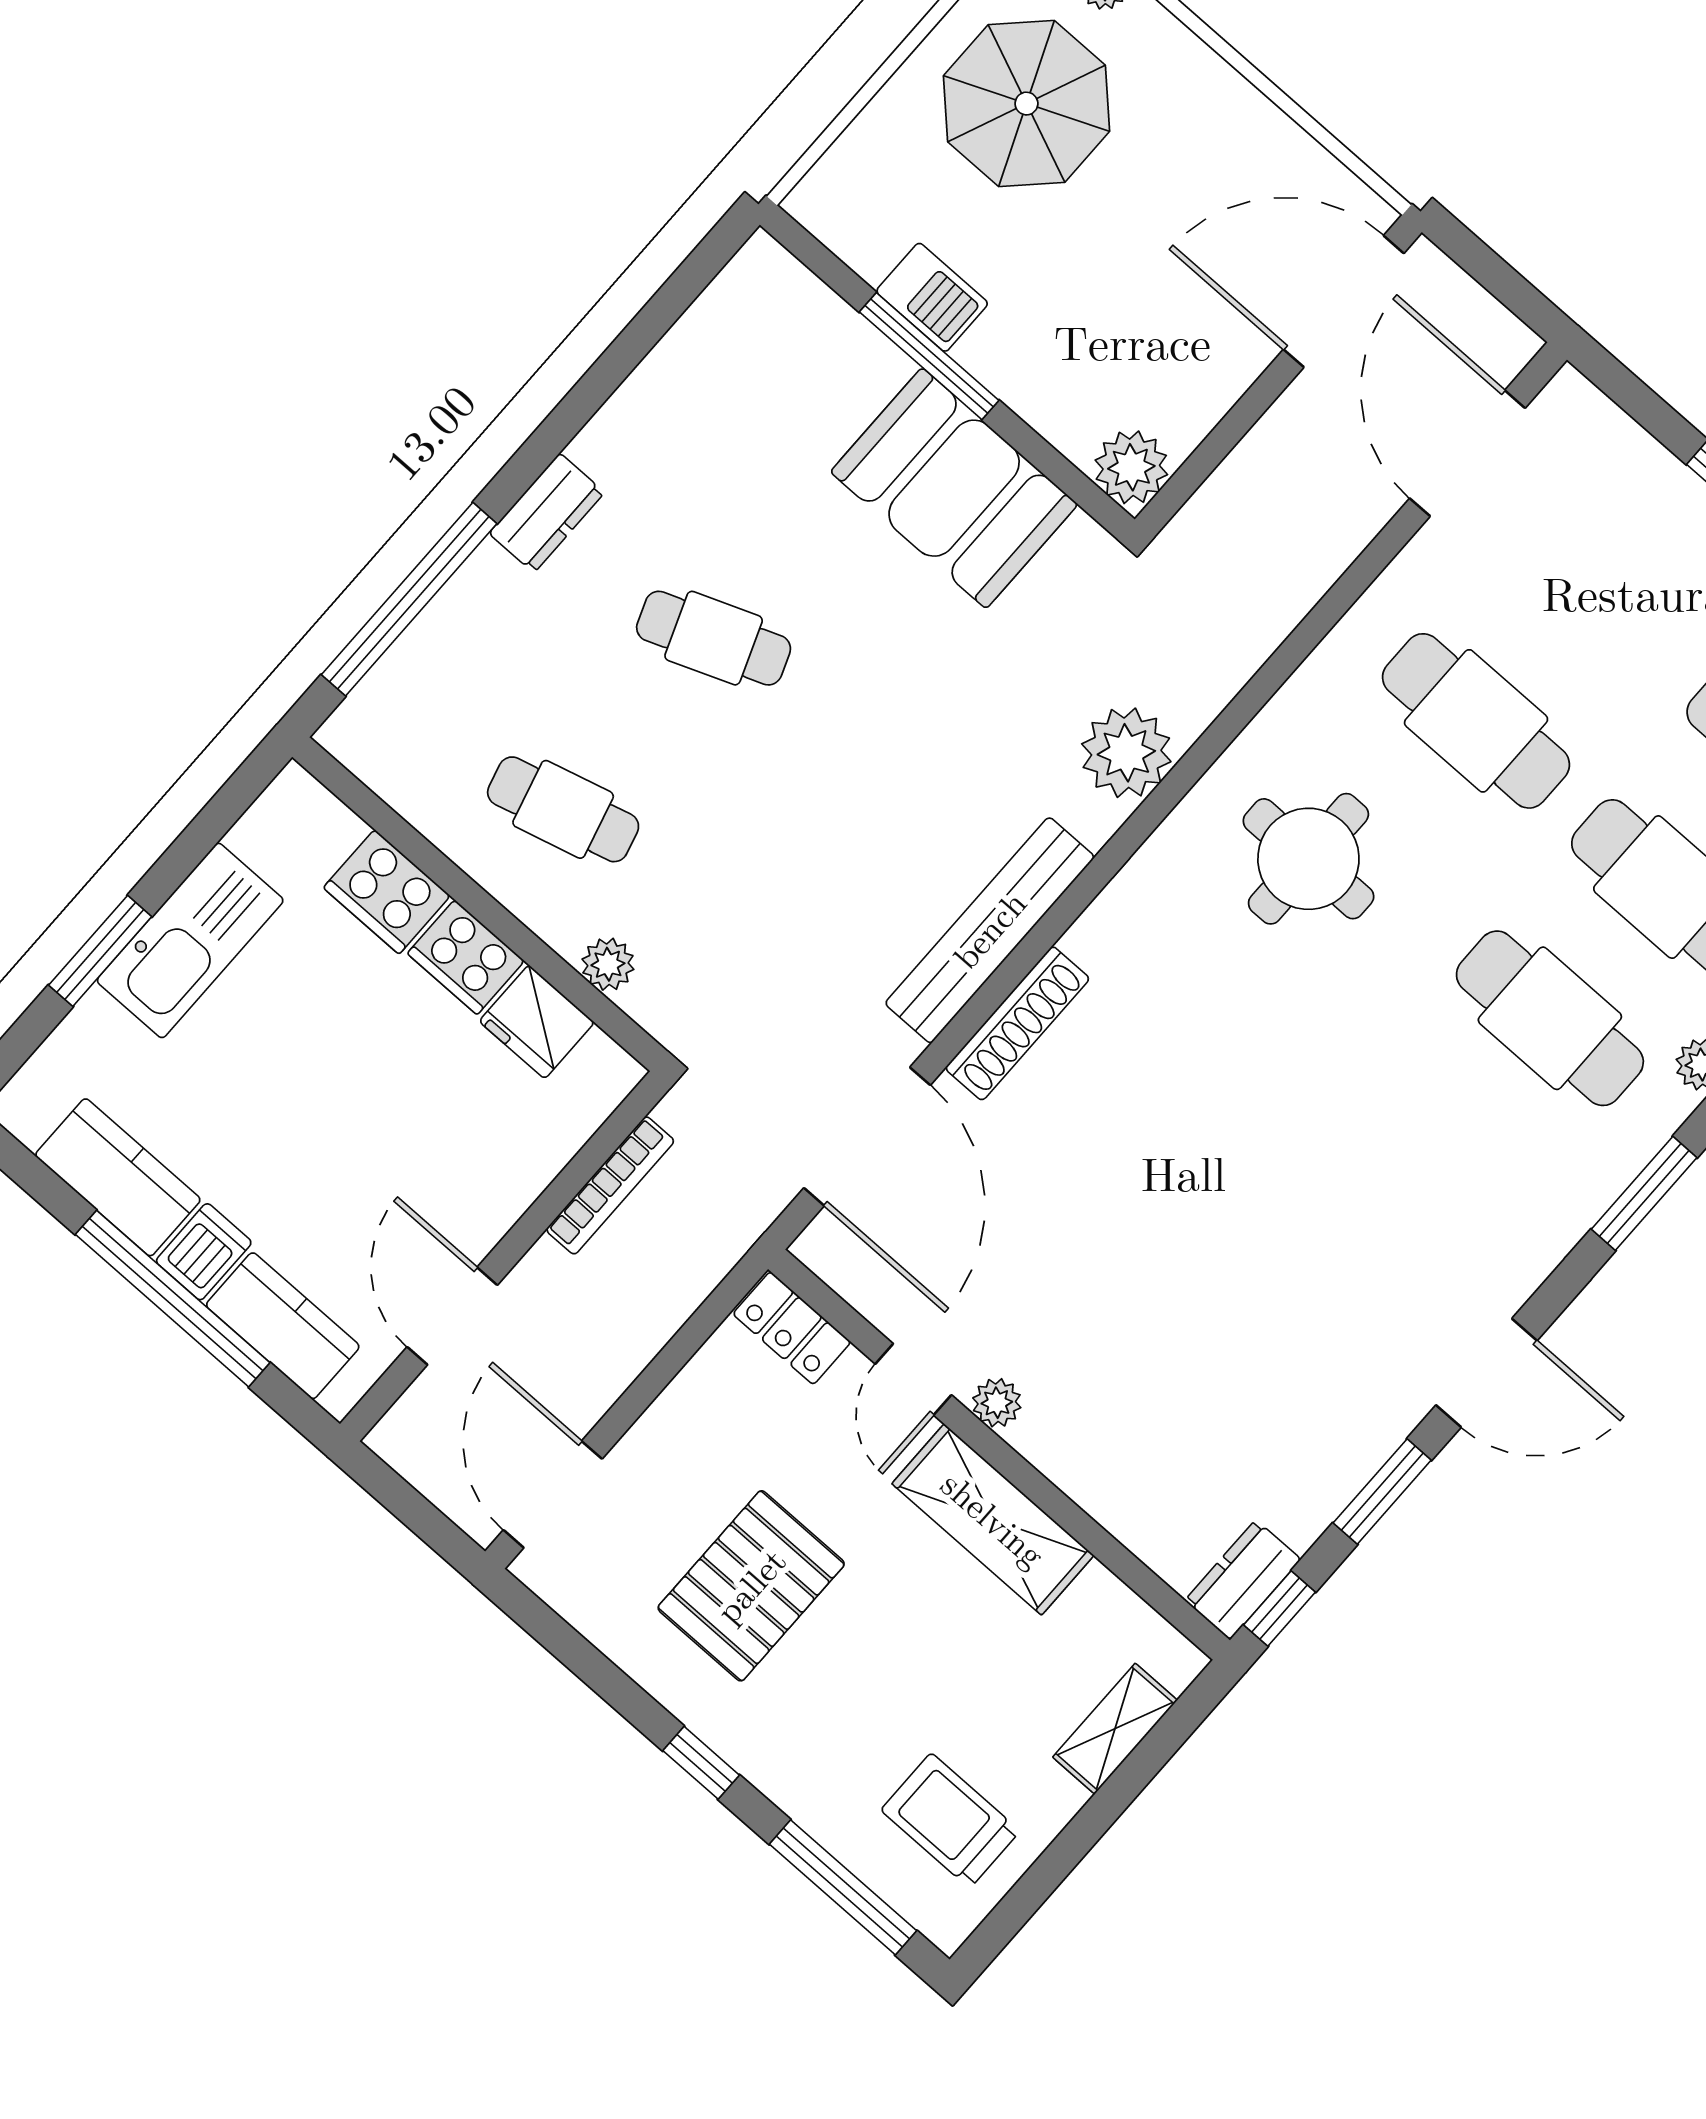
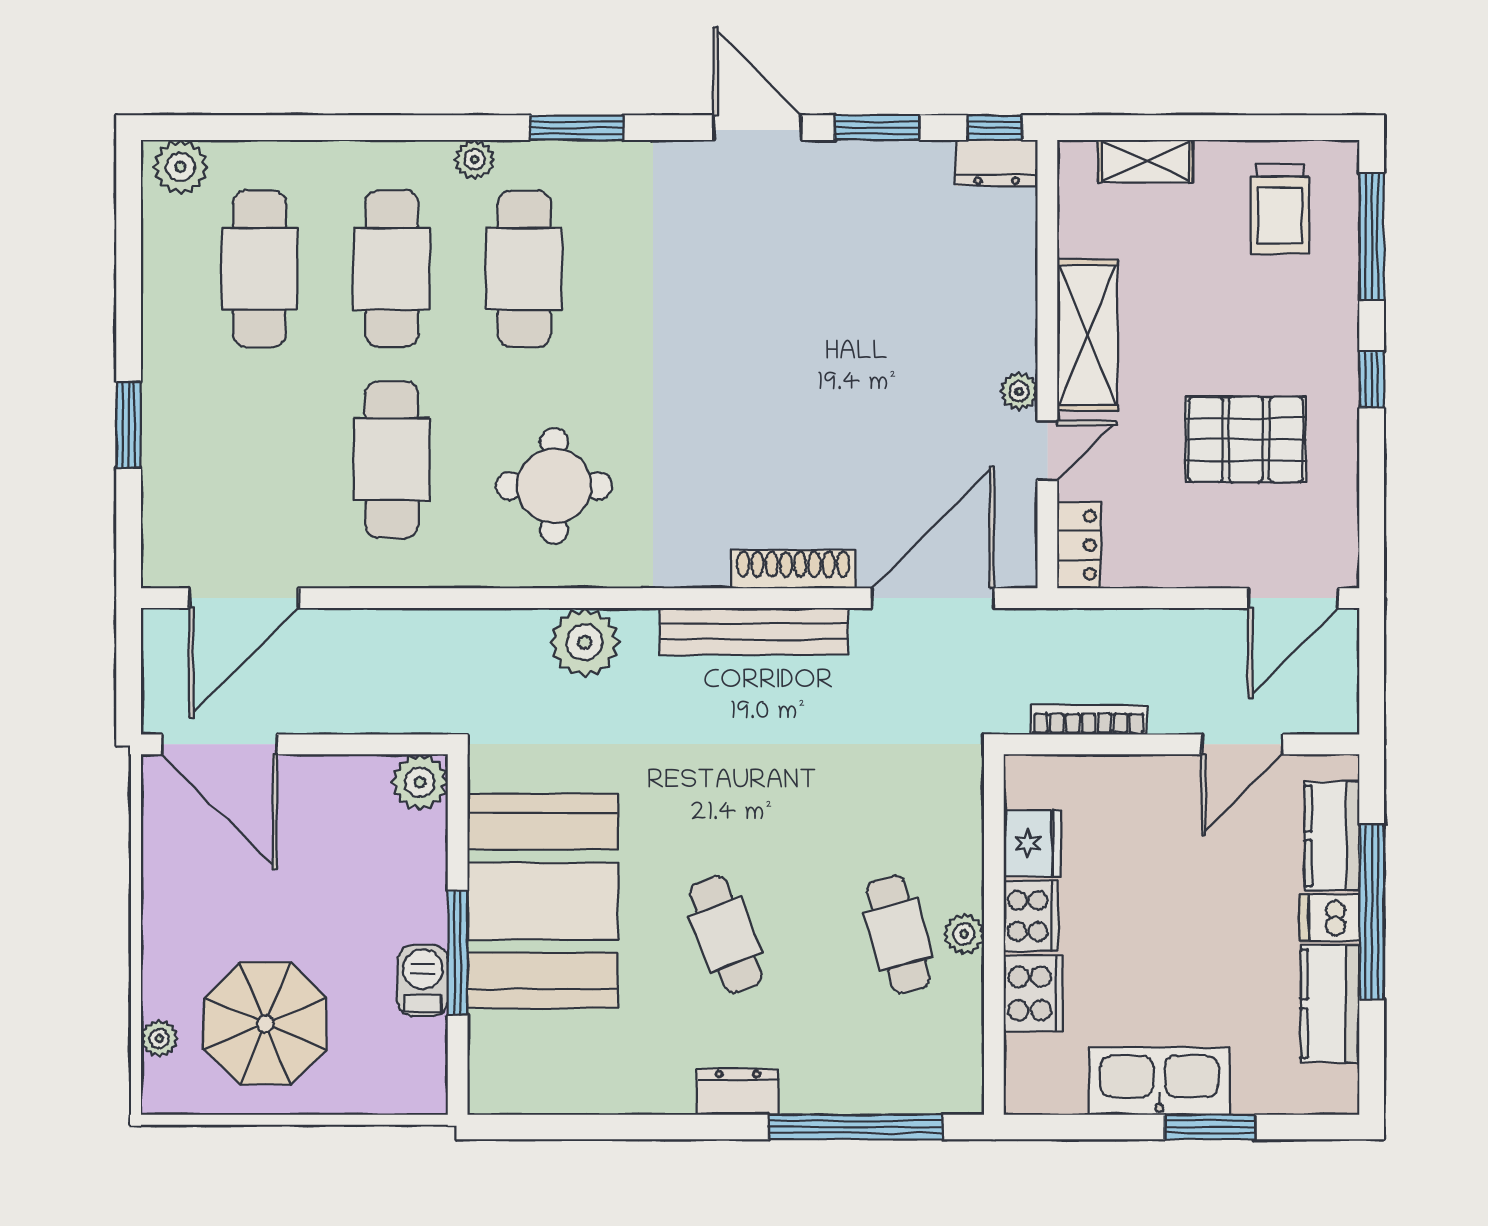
booth: (954, 488) -> (543, 901), width x1.36, depth x1.42
plant: (608, 964) -> (964, 934), moved

